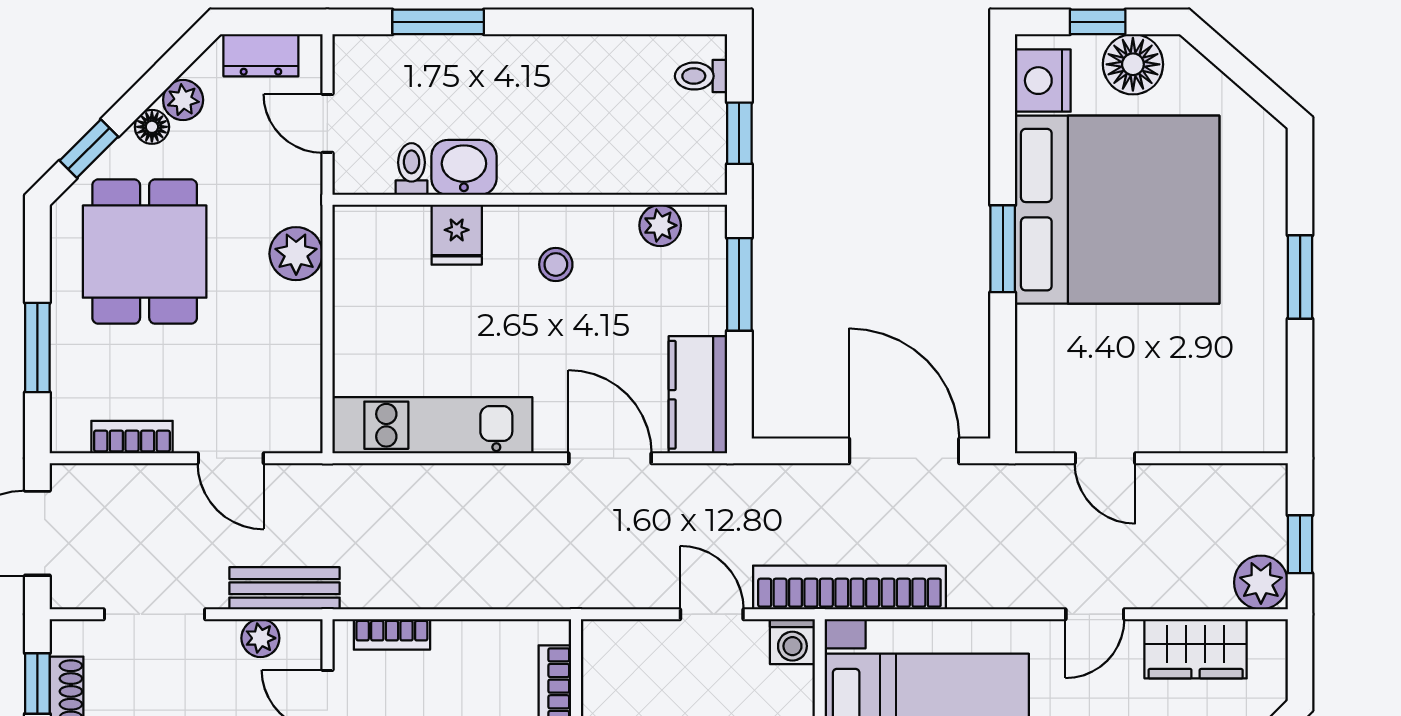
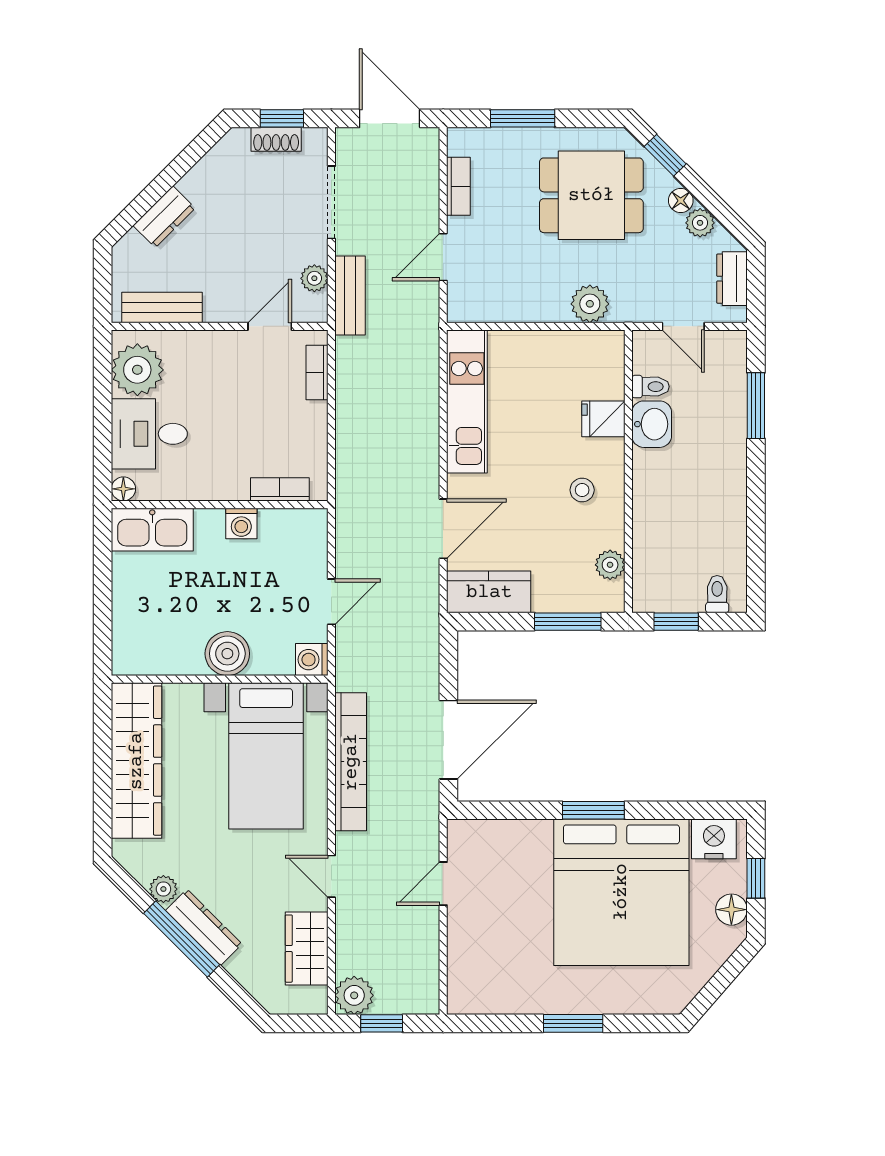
floor lamp: (1133, 64) -> (731, 910), width x0.73, depth x0.73
door: (327, 123) -> (683, 326), swing flipped
bookcase: (849, 587) -> (351, 762), moved

